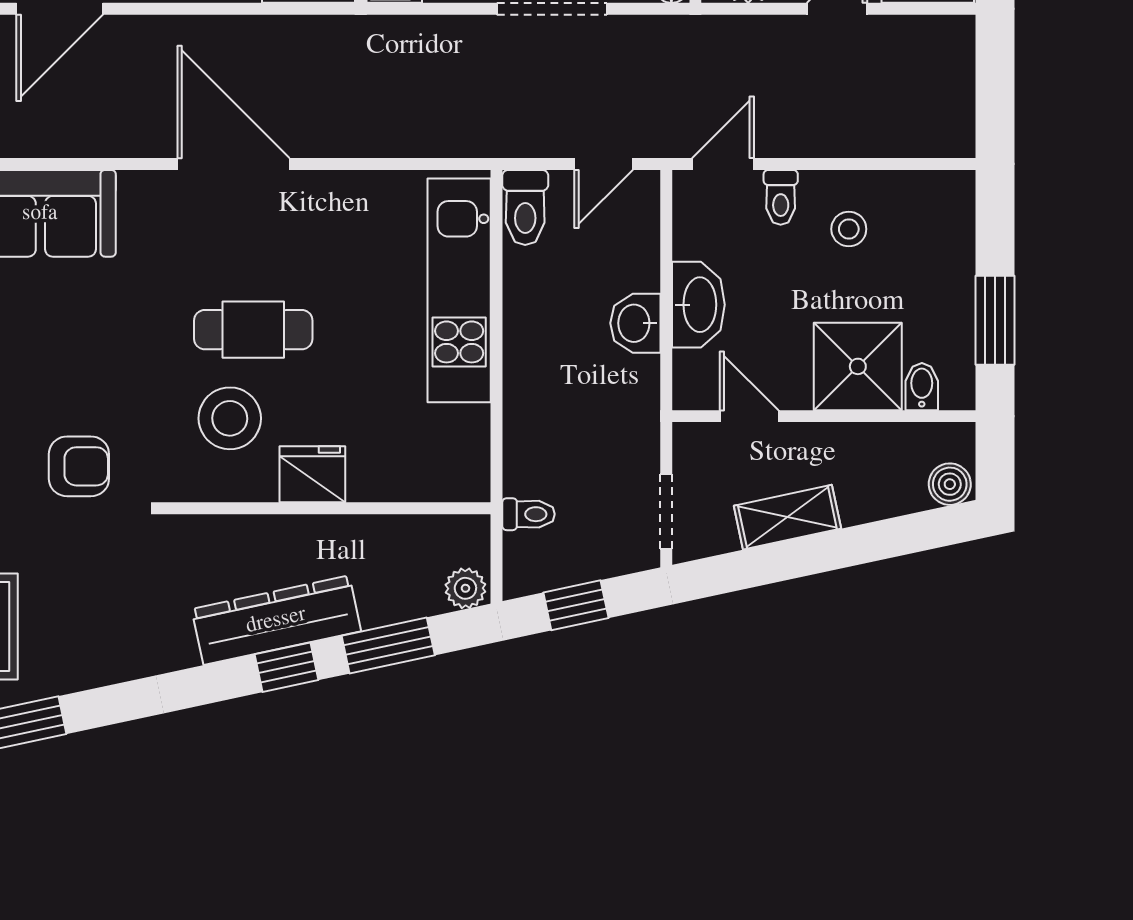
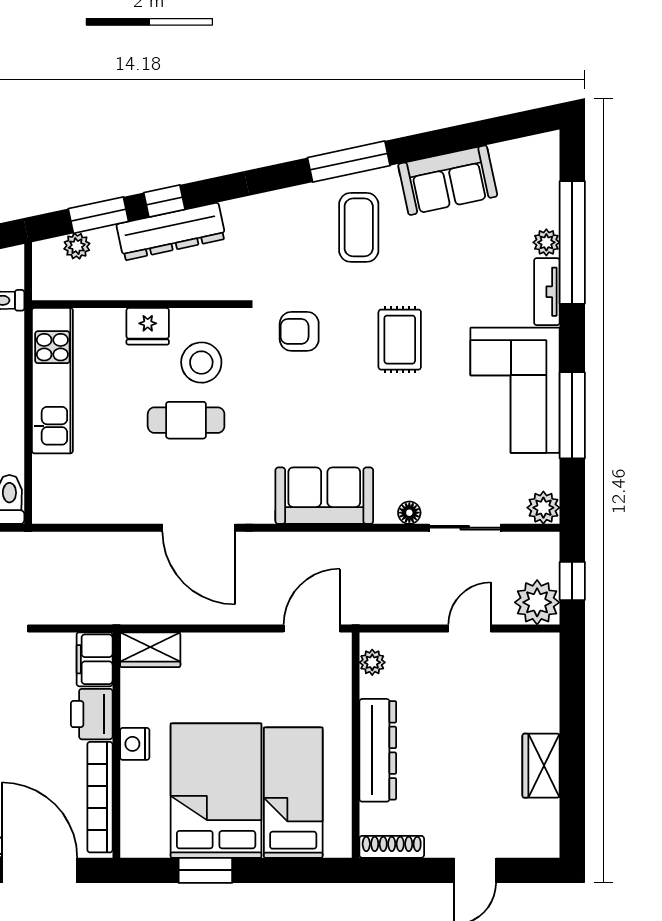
kitchen unit: (459, 290) -> (52, 381), moved
plant: (465, 588) -> (77, 246), moved

